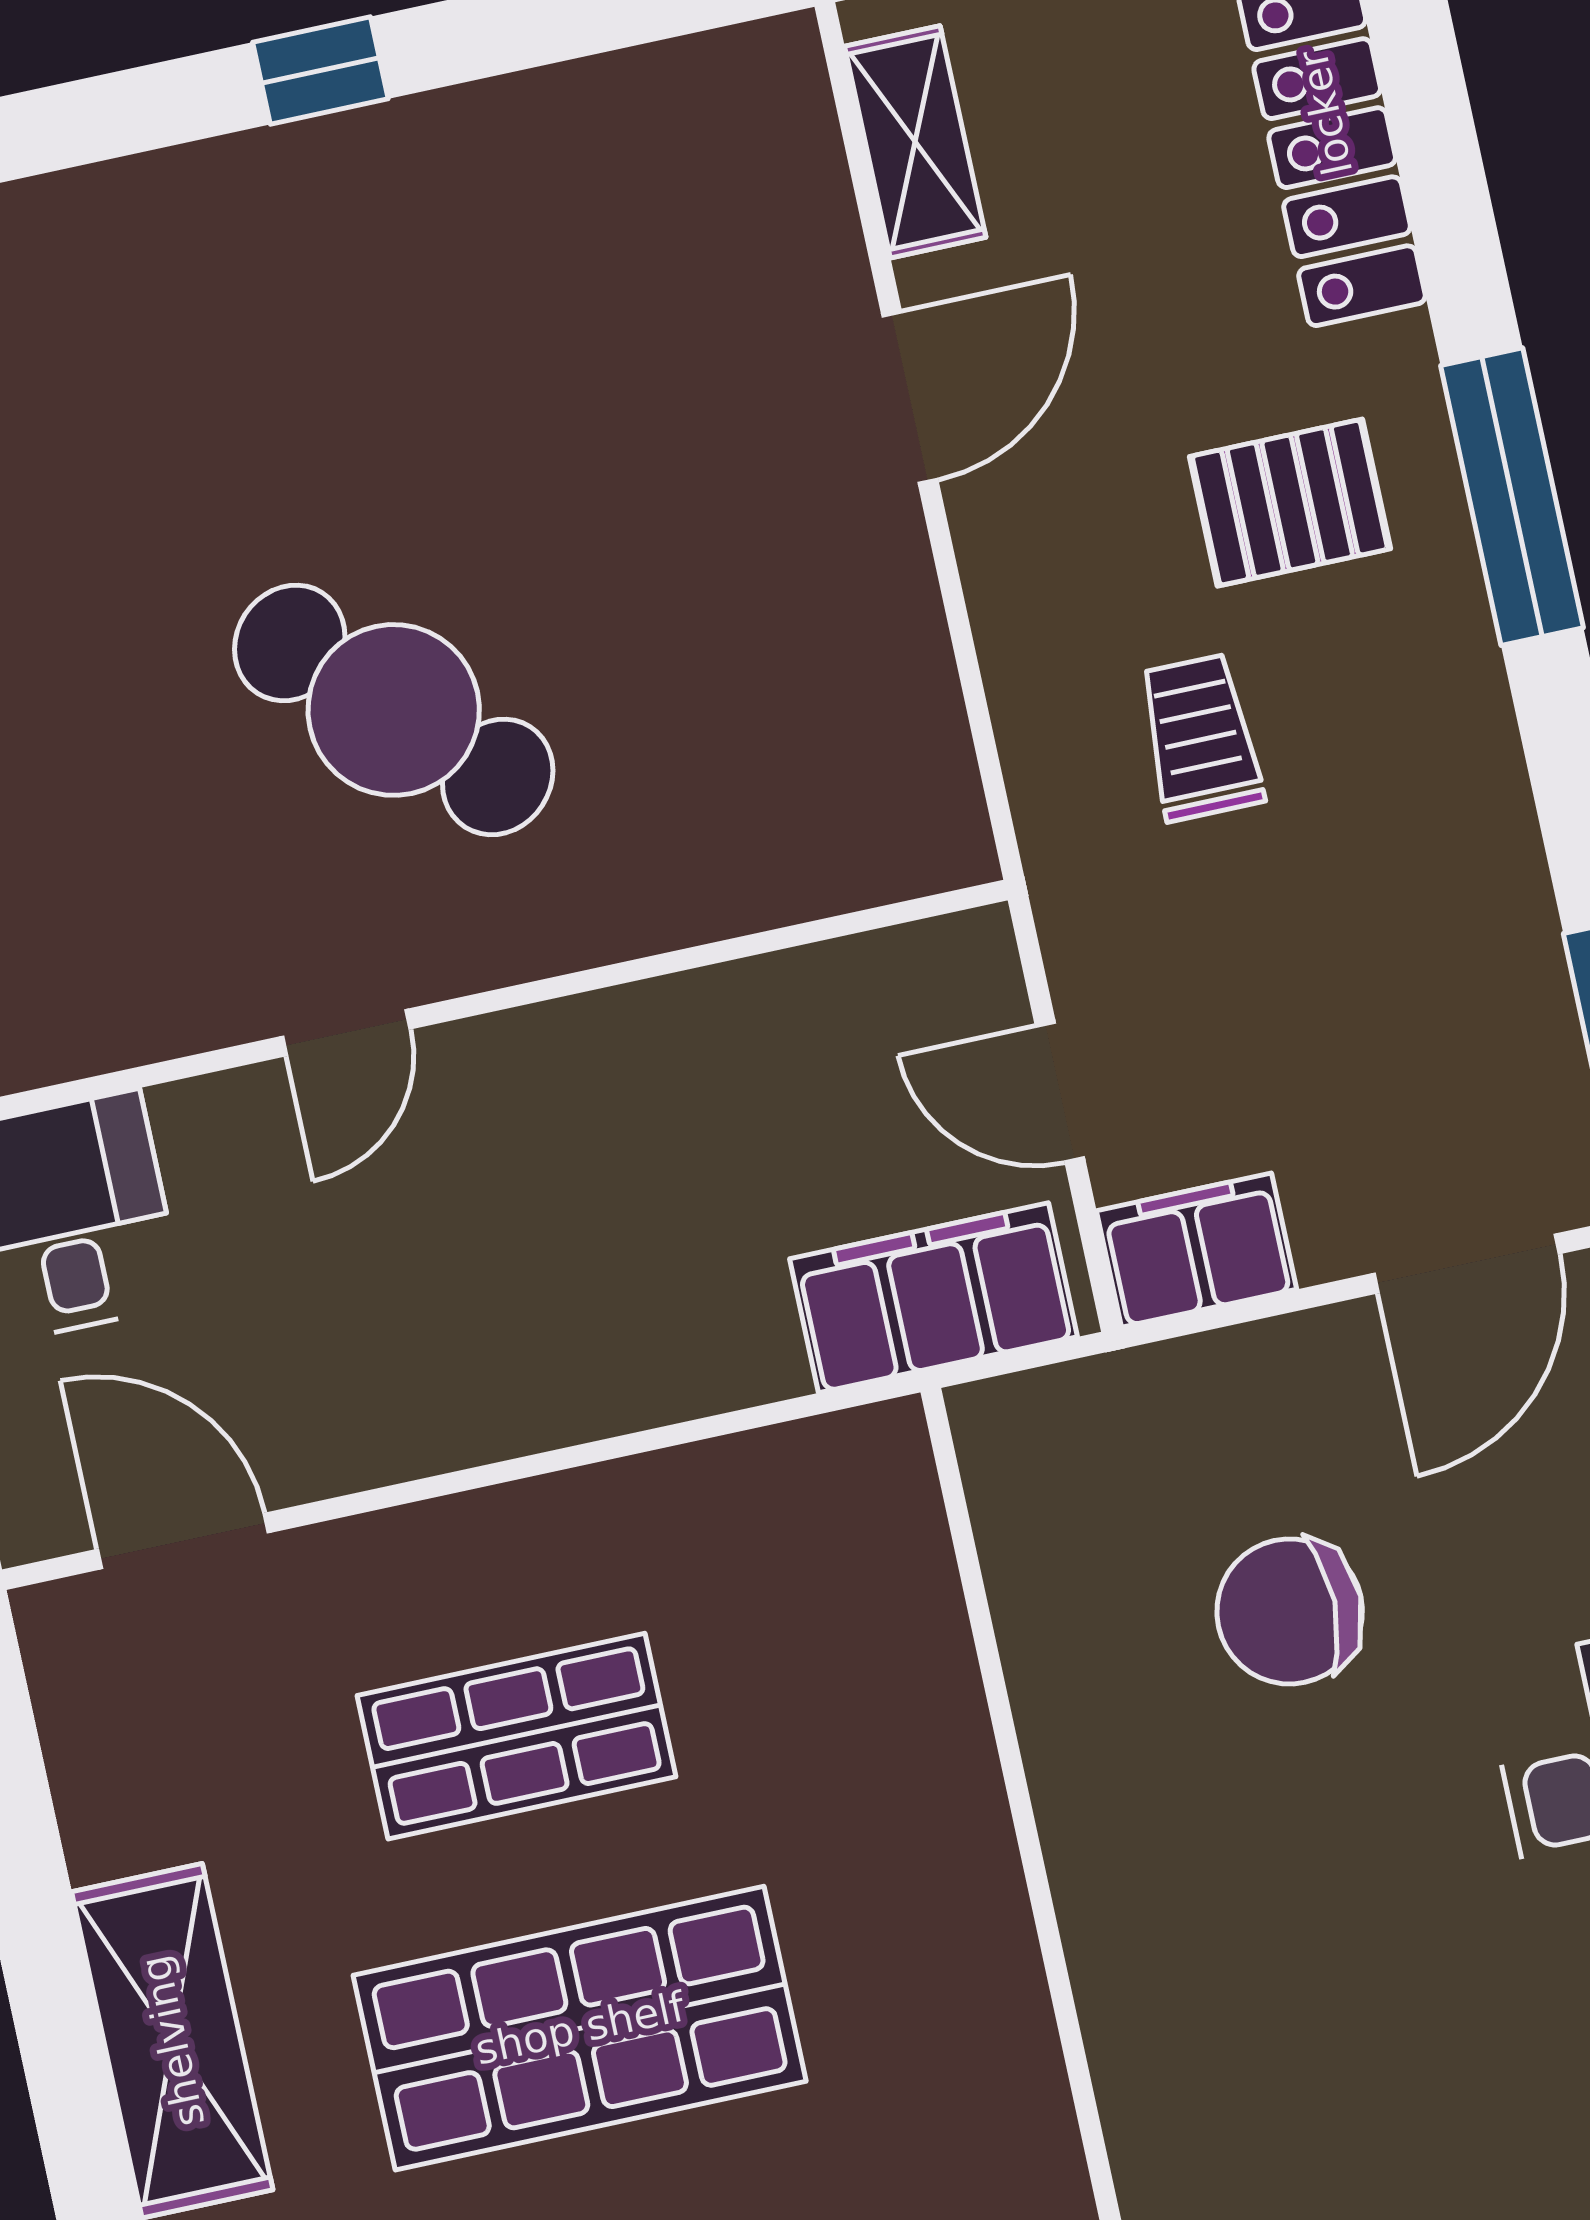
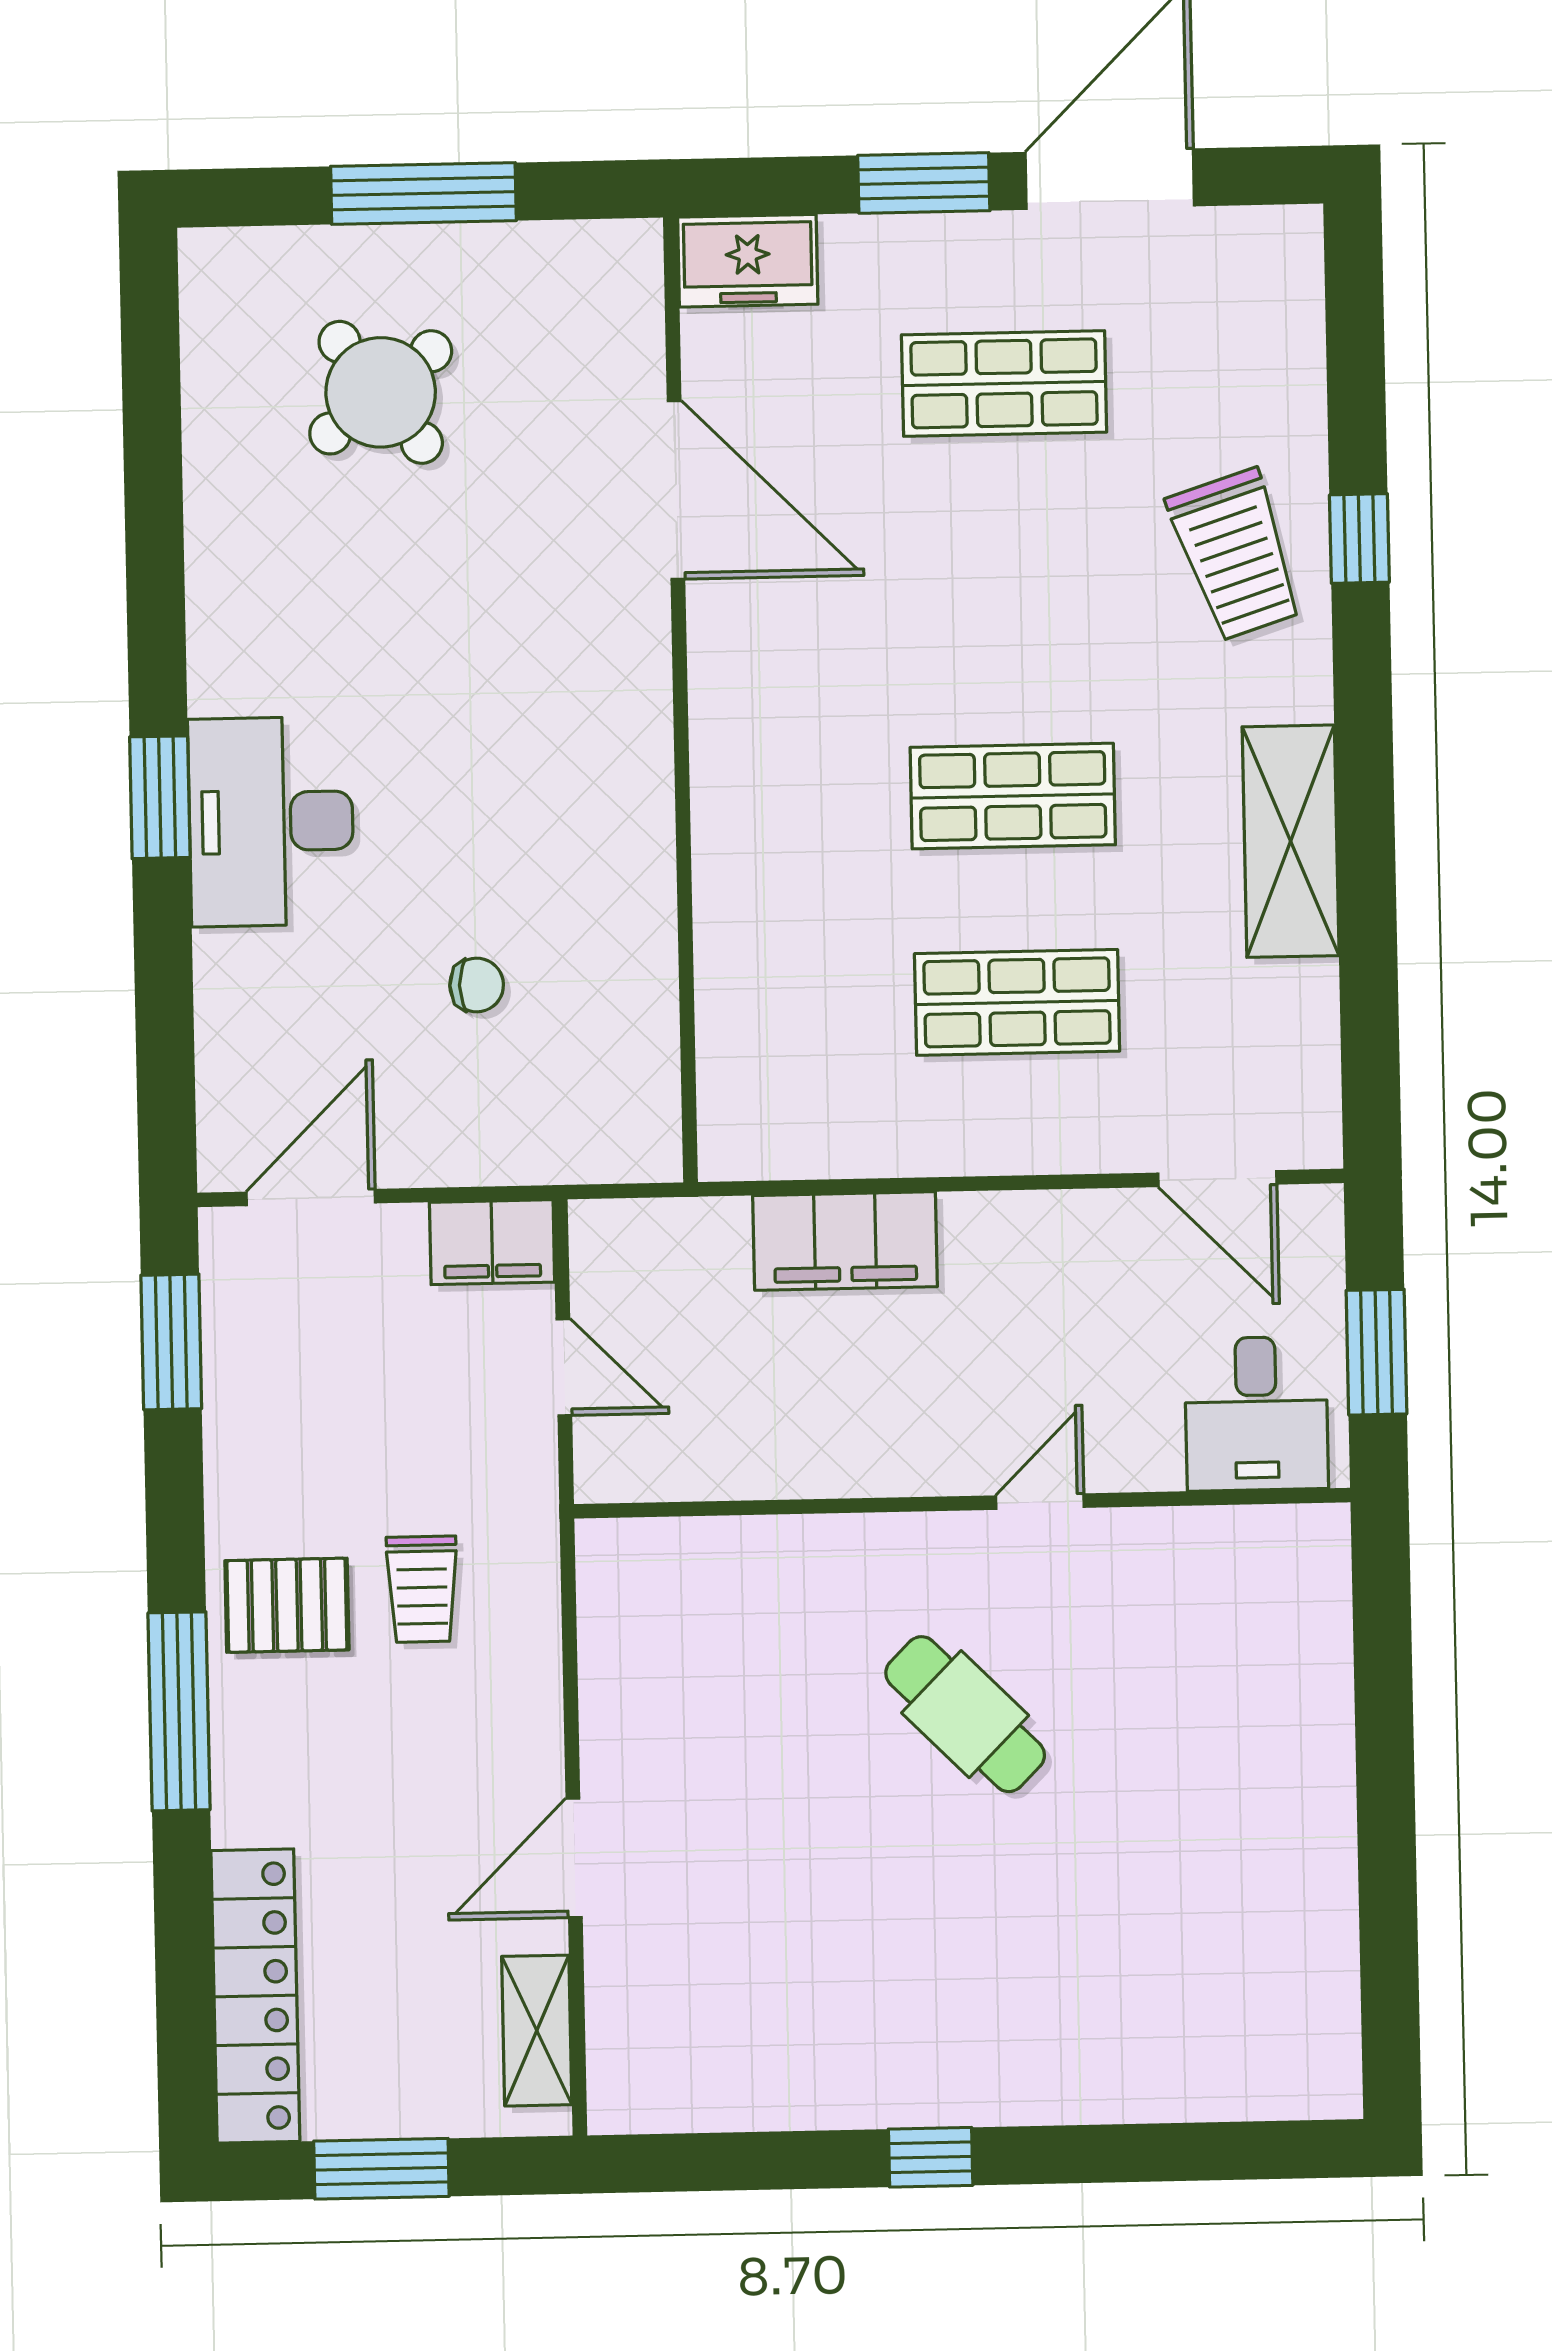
pallet: (1290, 503) -> (287, 1605), moved
cafe table: (394, 710) -> (965, 1714), width x0.73, depth x0.74
filing cabinet: (934, 1298) -> (845, 1241), moved
chair: (1290, 1611) -> (477, 985), width x0.54, depth x0.54
shop shelf: (580, 2028) -> (1013, 796), width x0.70, depth x0.74

